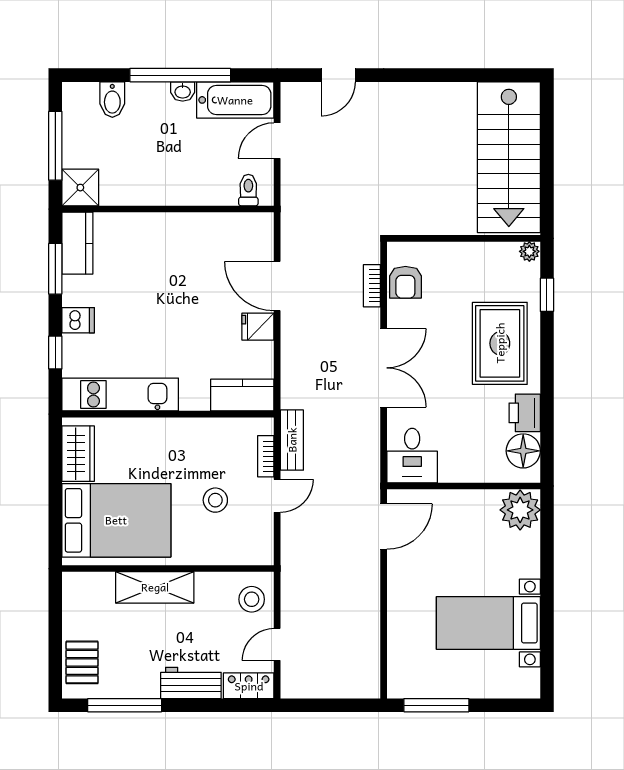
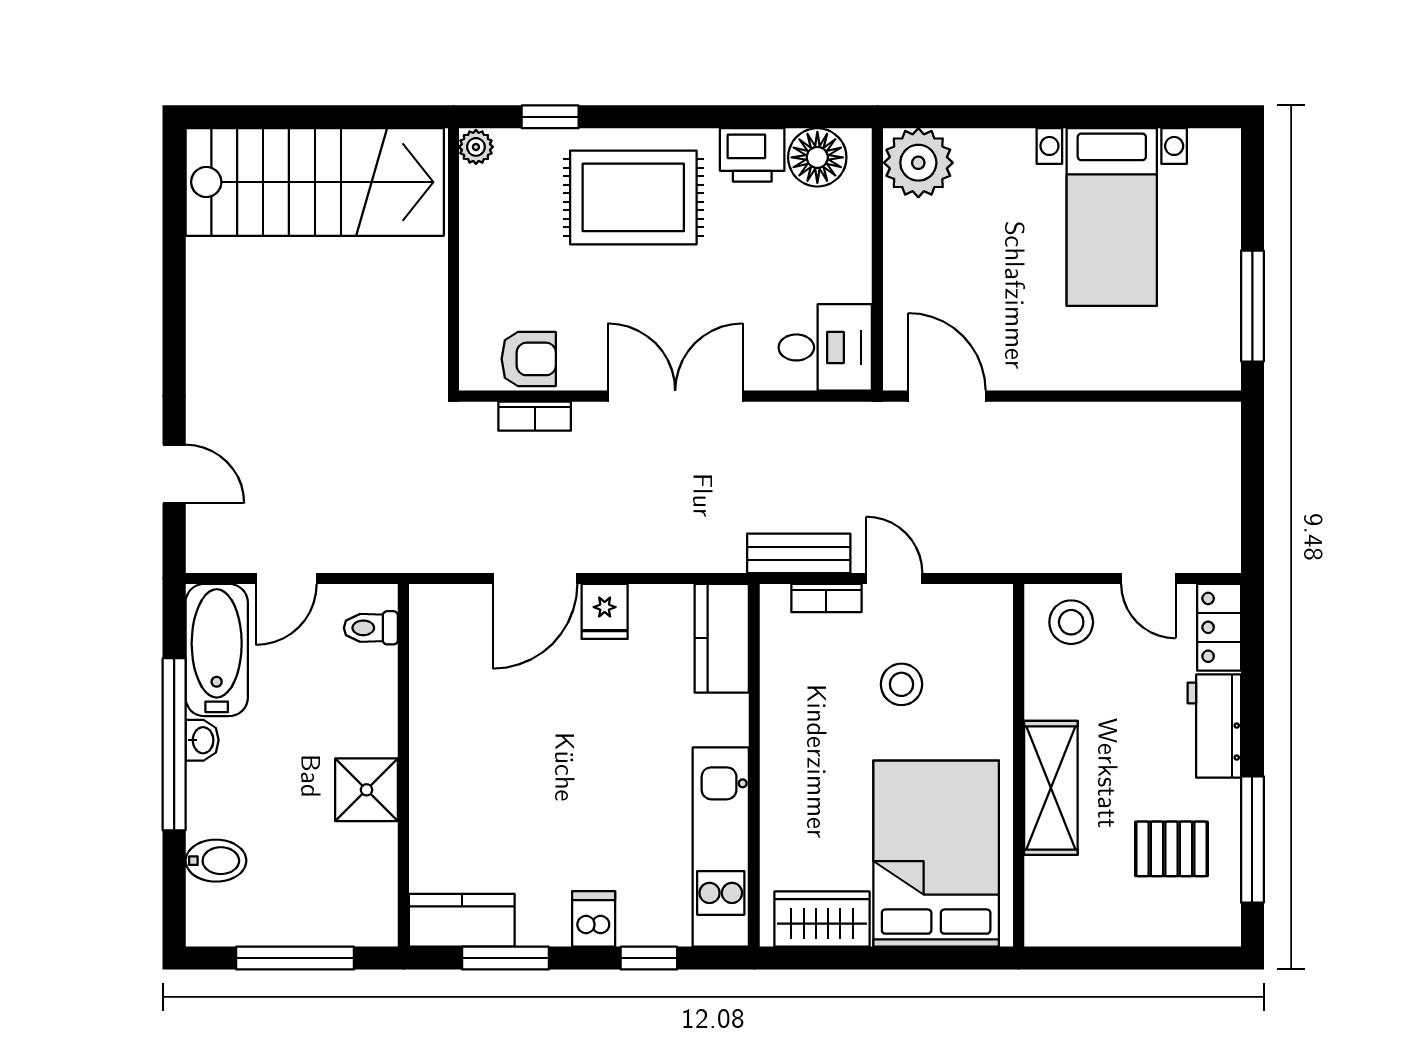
door: (277, 141) -> (286, 578), hinge flipped
shower: (80, 188) -> (367, 790), moved
pallet: (82, 662) -> (1171, 849), moved

